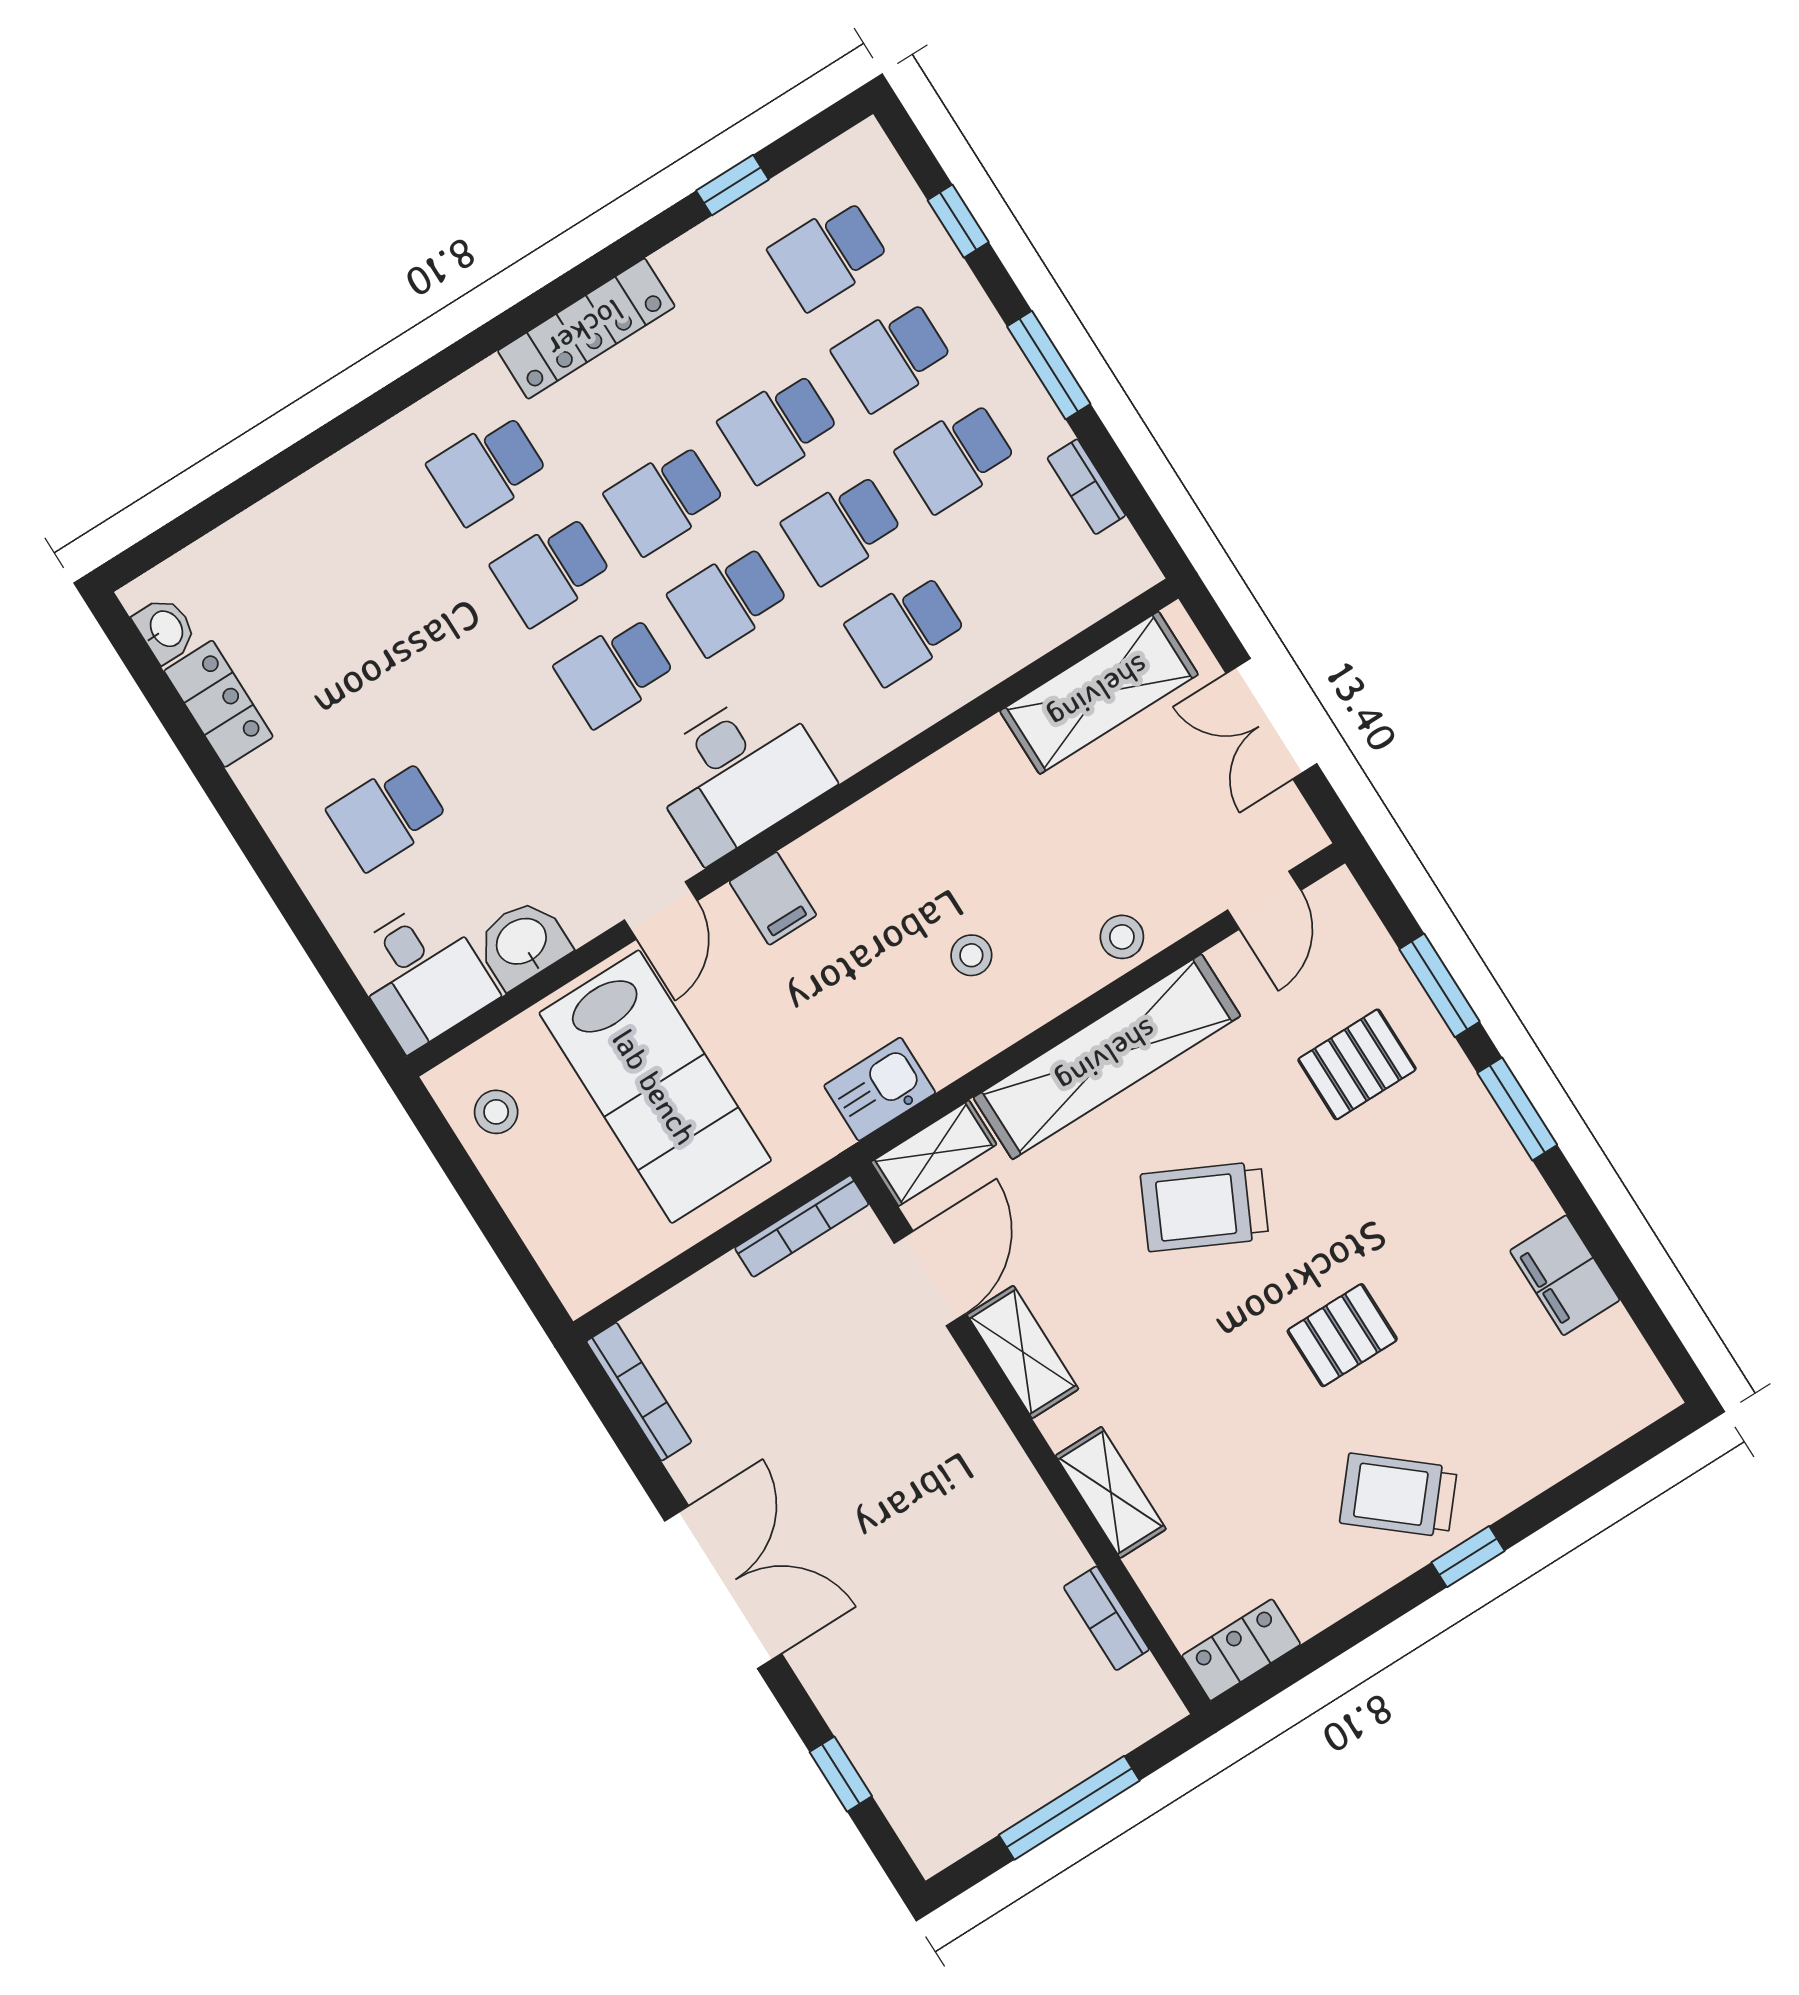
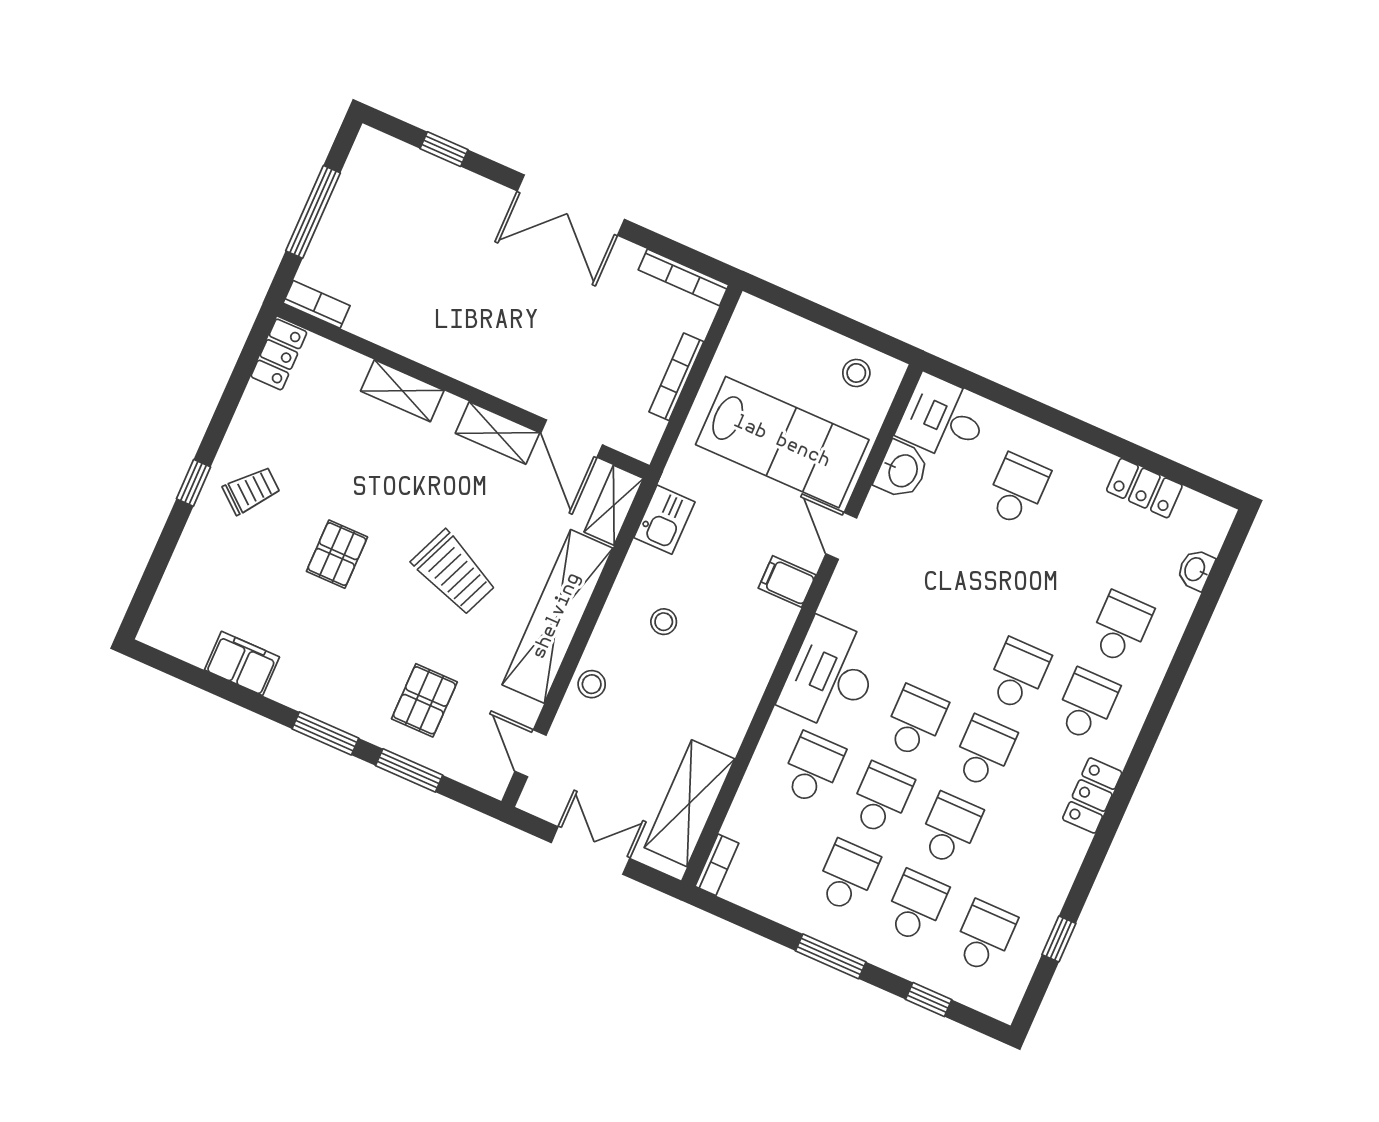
locker: (586, 329) -> (1092, 796), width x0.66
bookcase: (1086, 487) -> (717, 865), moved, turned 90
washbasin: (165, 629) -> (1195, 570), moved, turned 90
school desk: (615, 672) -> (1121, 627), moved
desk: (739, 773) -> (831, 675), moved
lab bench: (655, 1087) -> (782, 442), turned 180
trolley: (1205, 1207) -> (454, 573), turned 87
bookcase: (802, 1226) -> (676, 377), moved
trolley: (1398, 1495) -> (251, 490), width x0.73, depth x0.72
bookcase: (1106, 1618) -> (317, 304), moved

